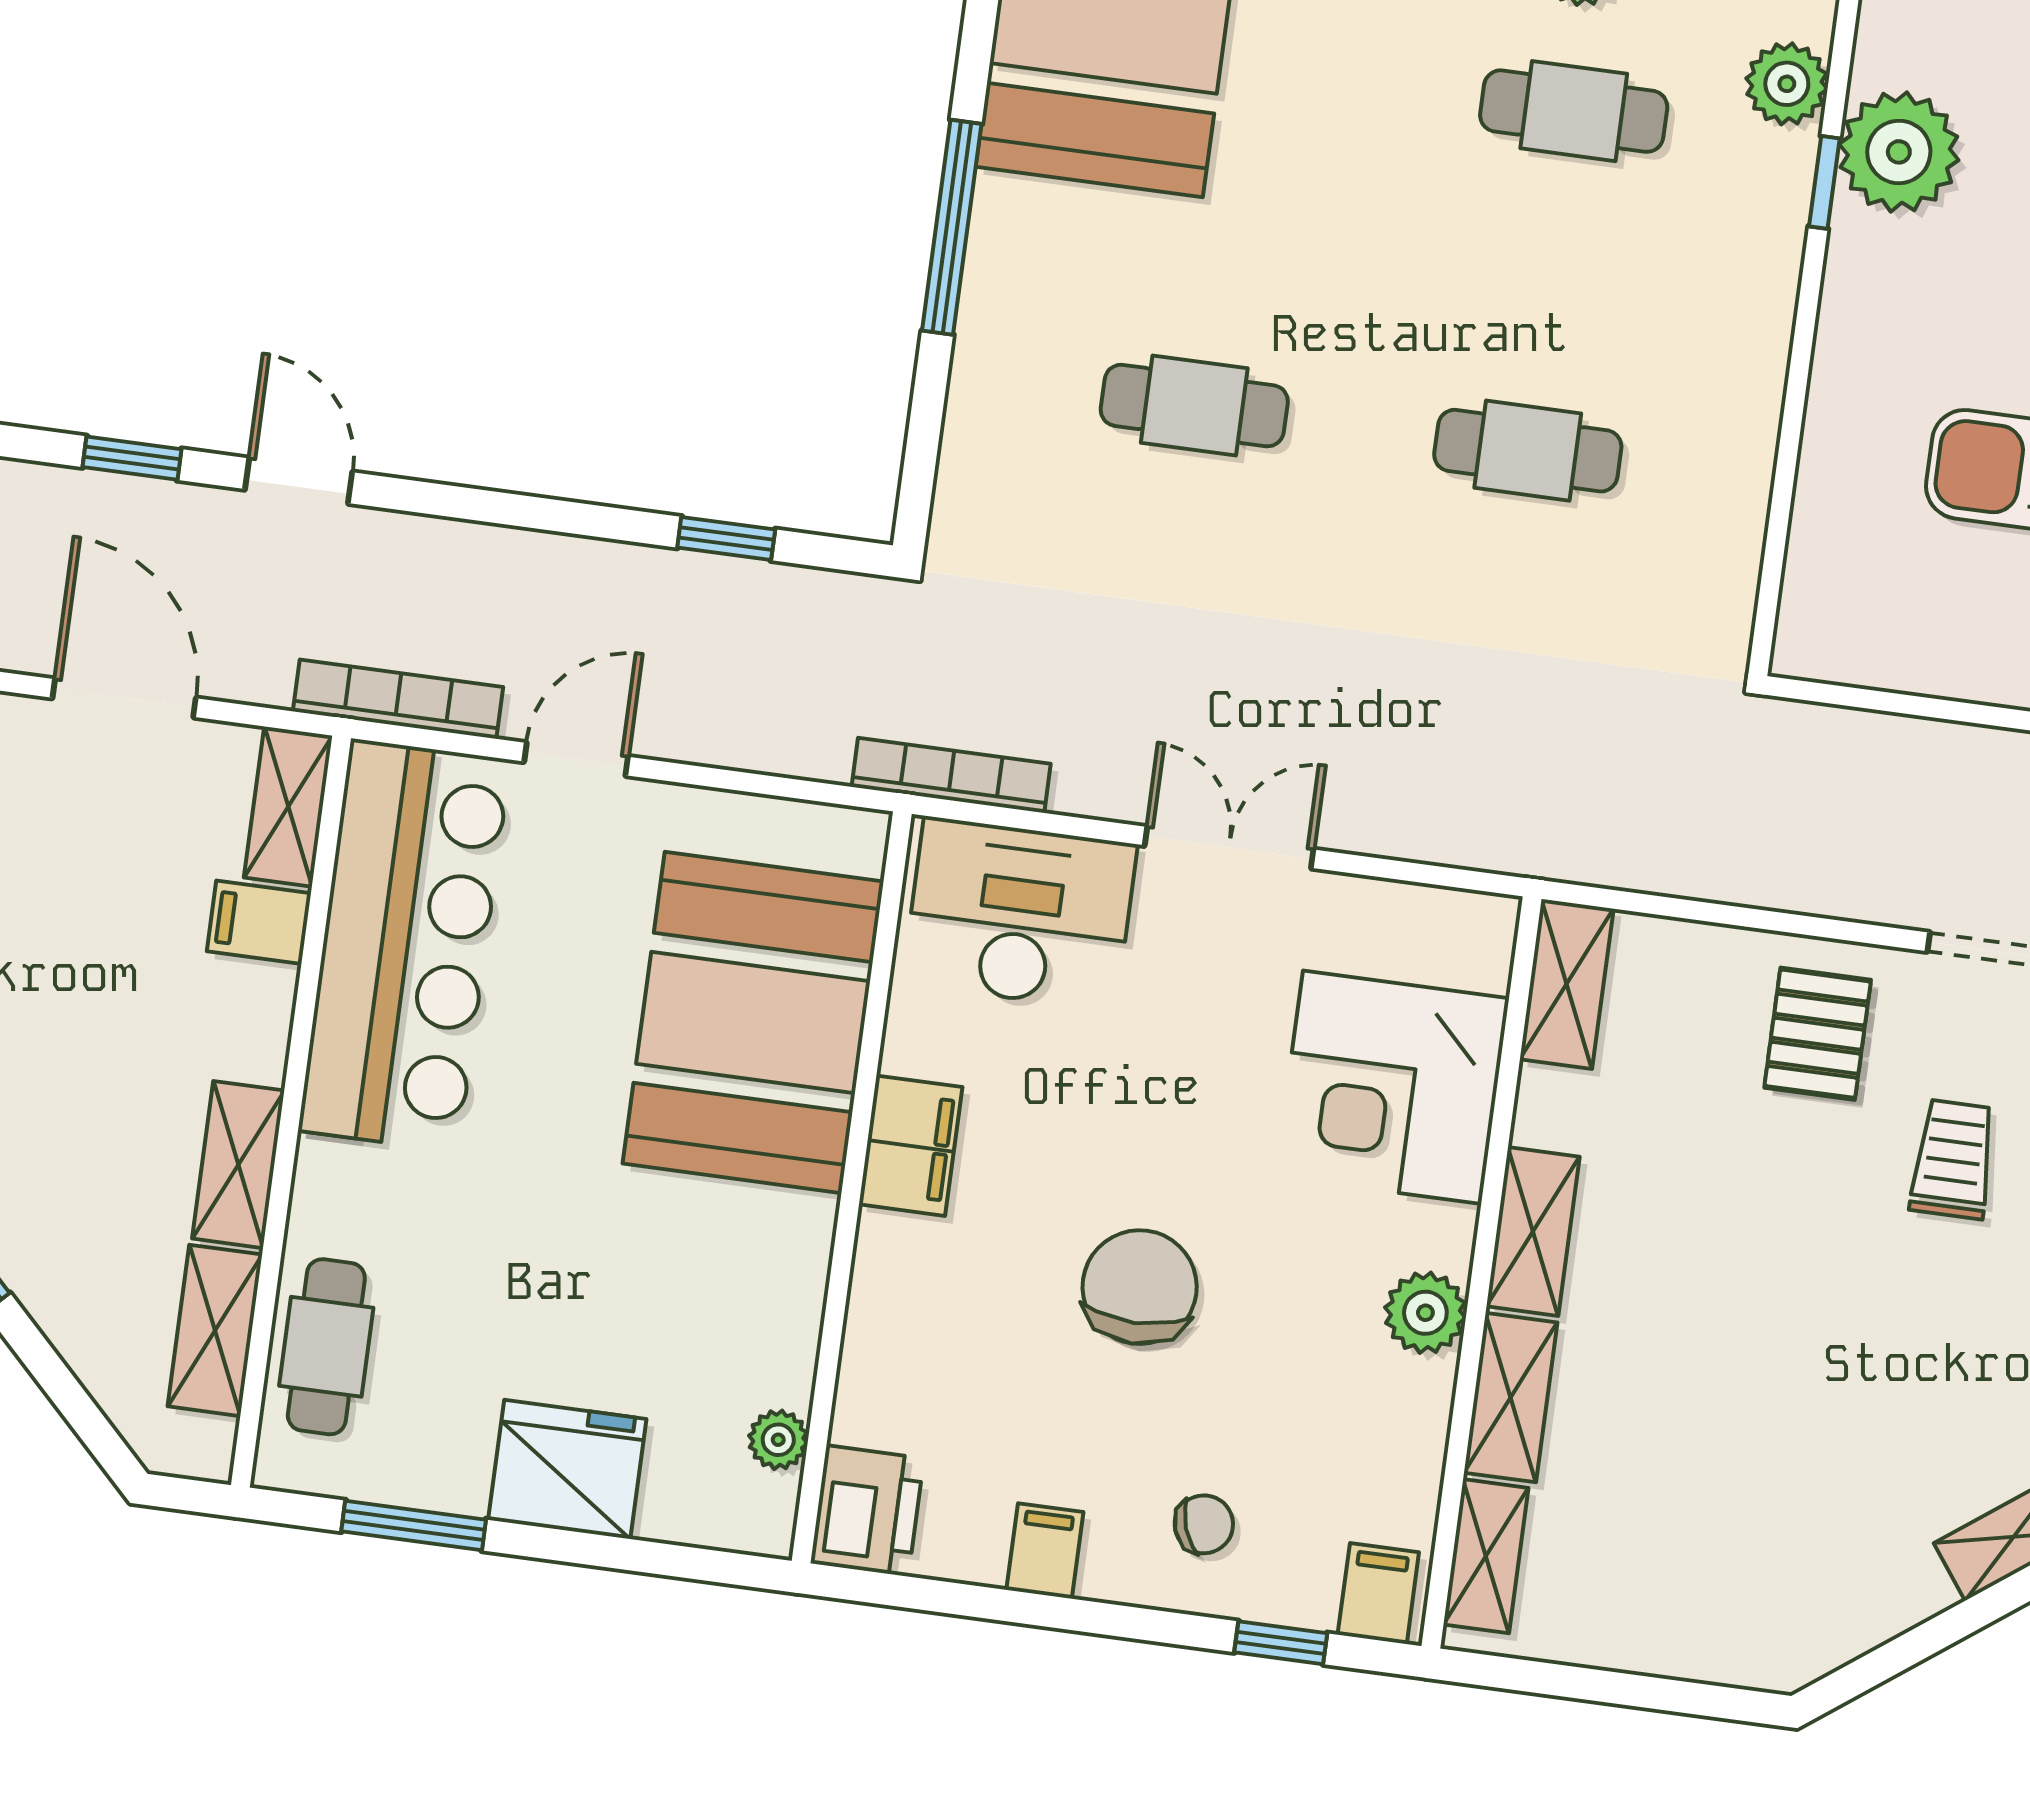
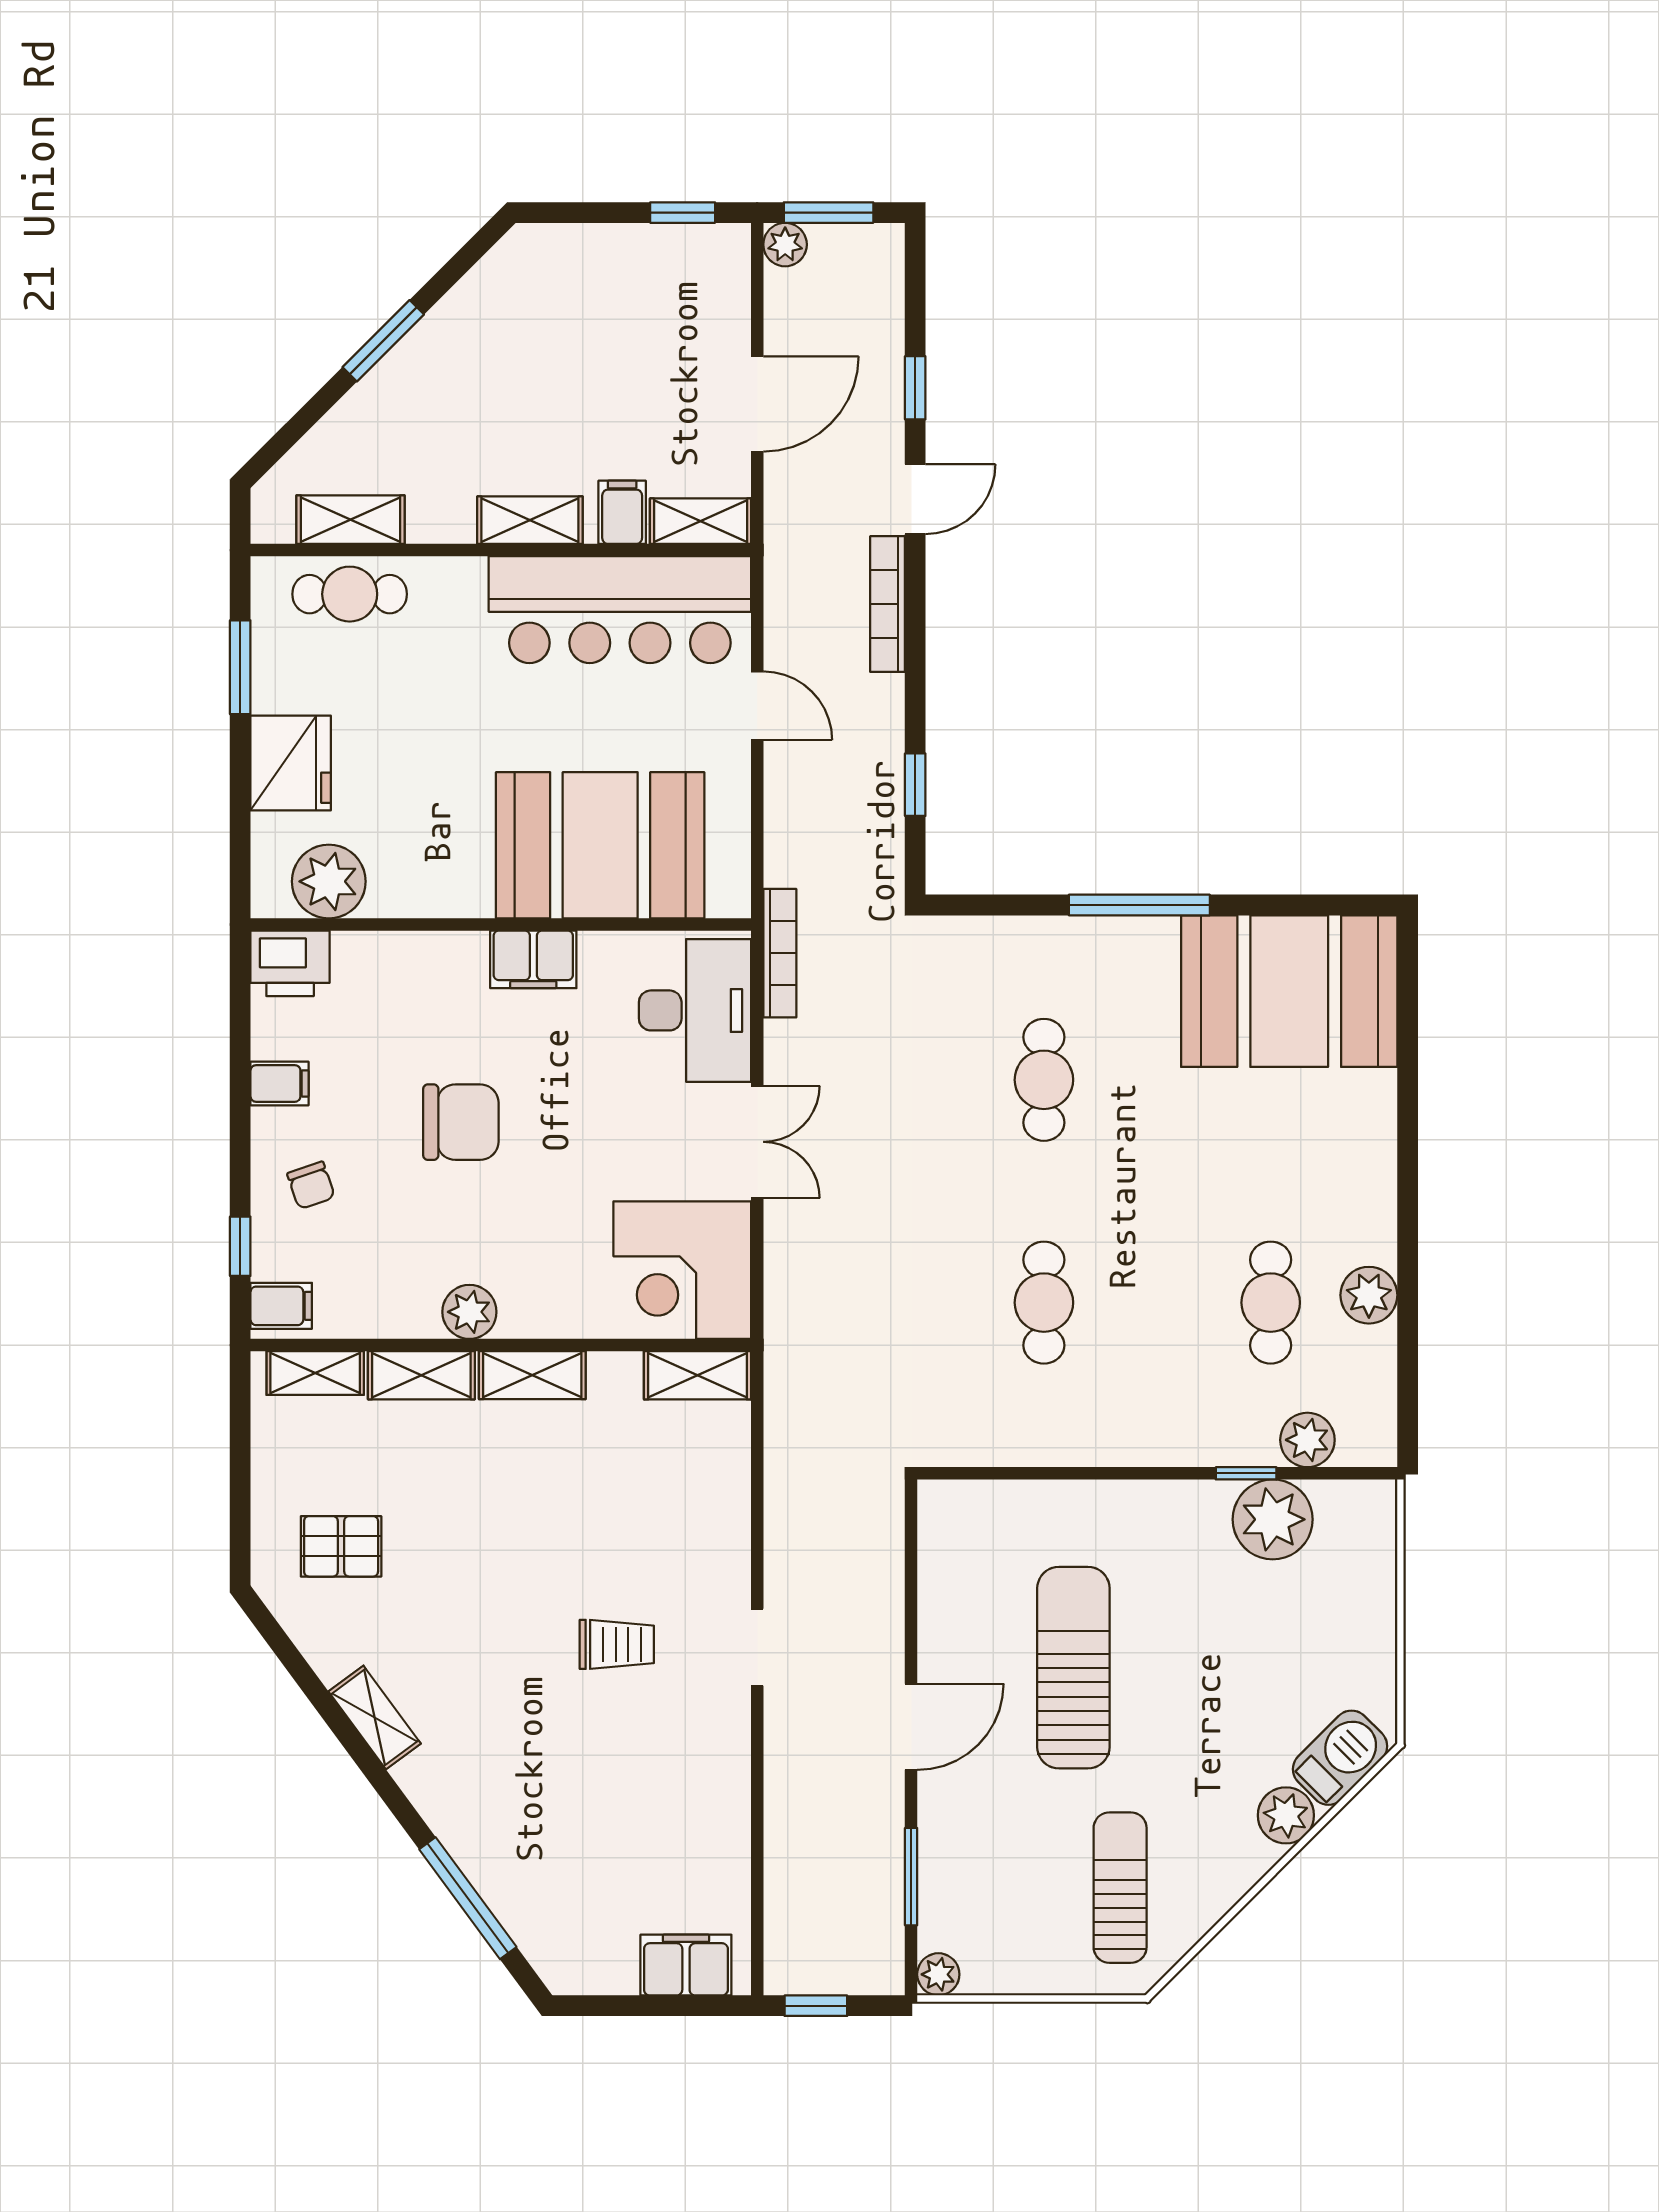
bookcase: (398, 699) -> (888, 604), moved, turned 180
pallet: (1818, 1034) -> (341, 1546), moved
corner desk: (1392, 1087) -> (682, 1270), moved, turned -90
shelving: (238, 1165) -> (530, 520), moved
plant: (778, 1440) -> (329, 881), width x1.88, depth x1.88

